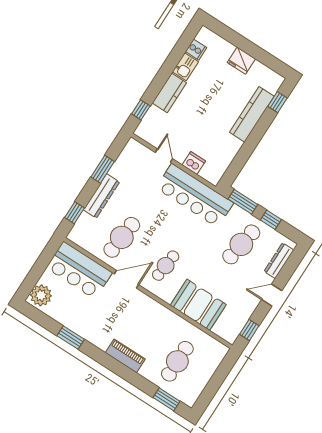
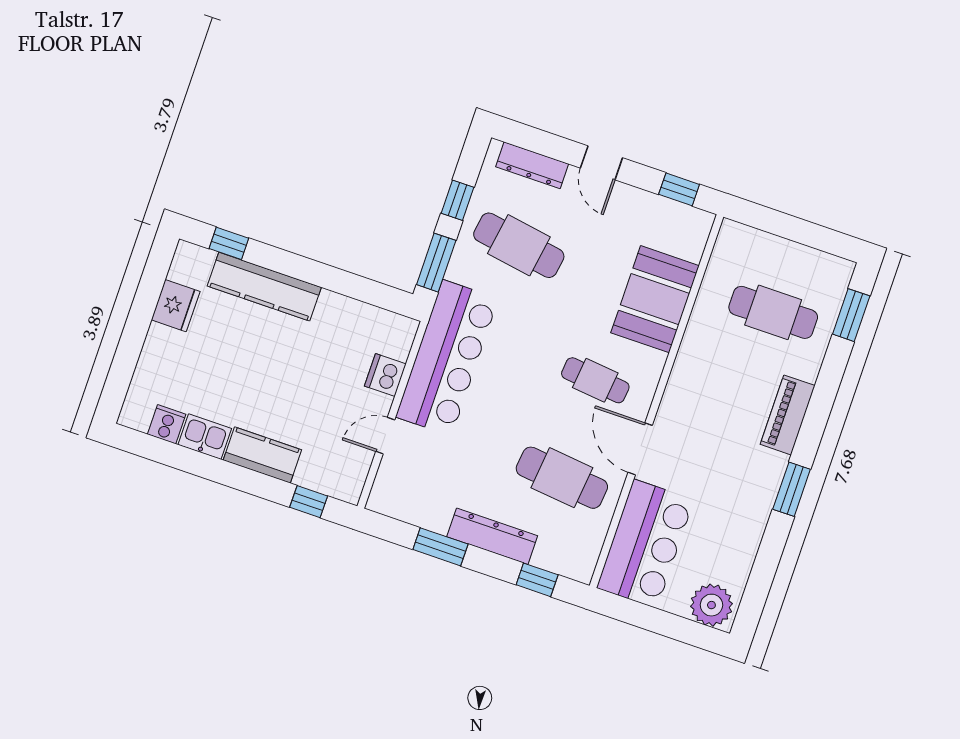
fridge: (241, 61) -> (176, 306), moved
window: (71, 337) -> (792, 489), moved

